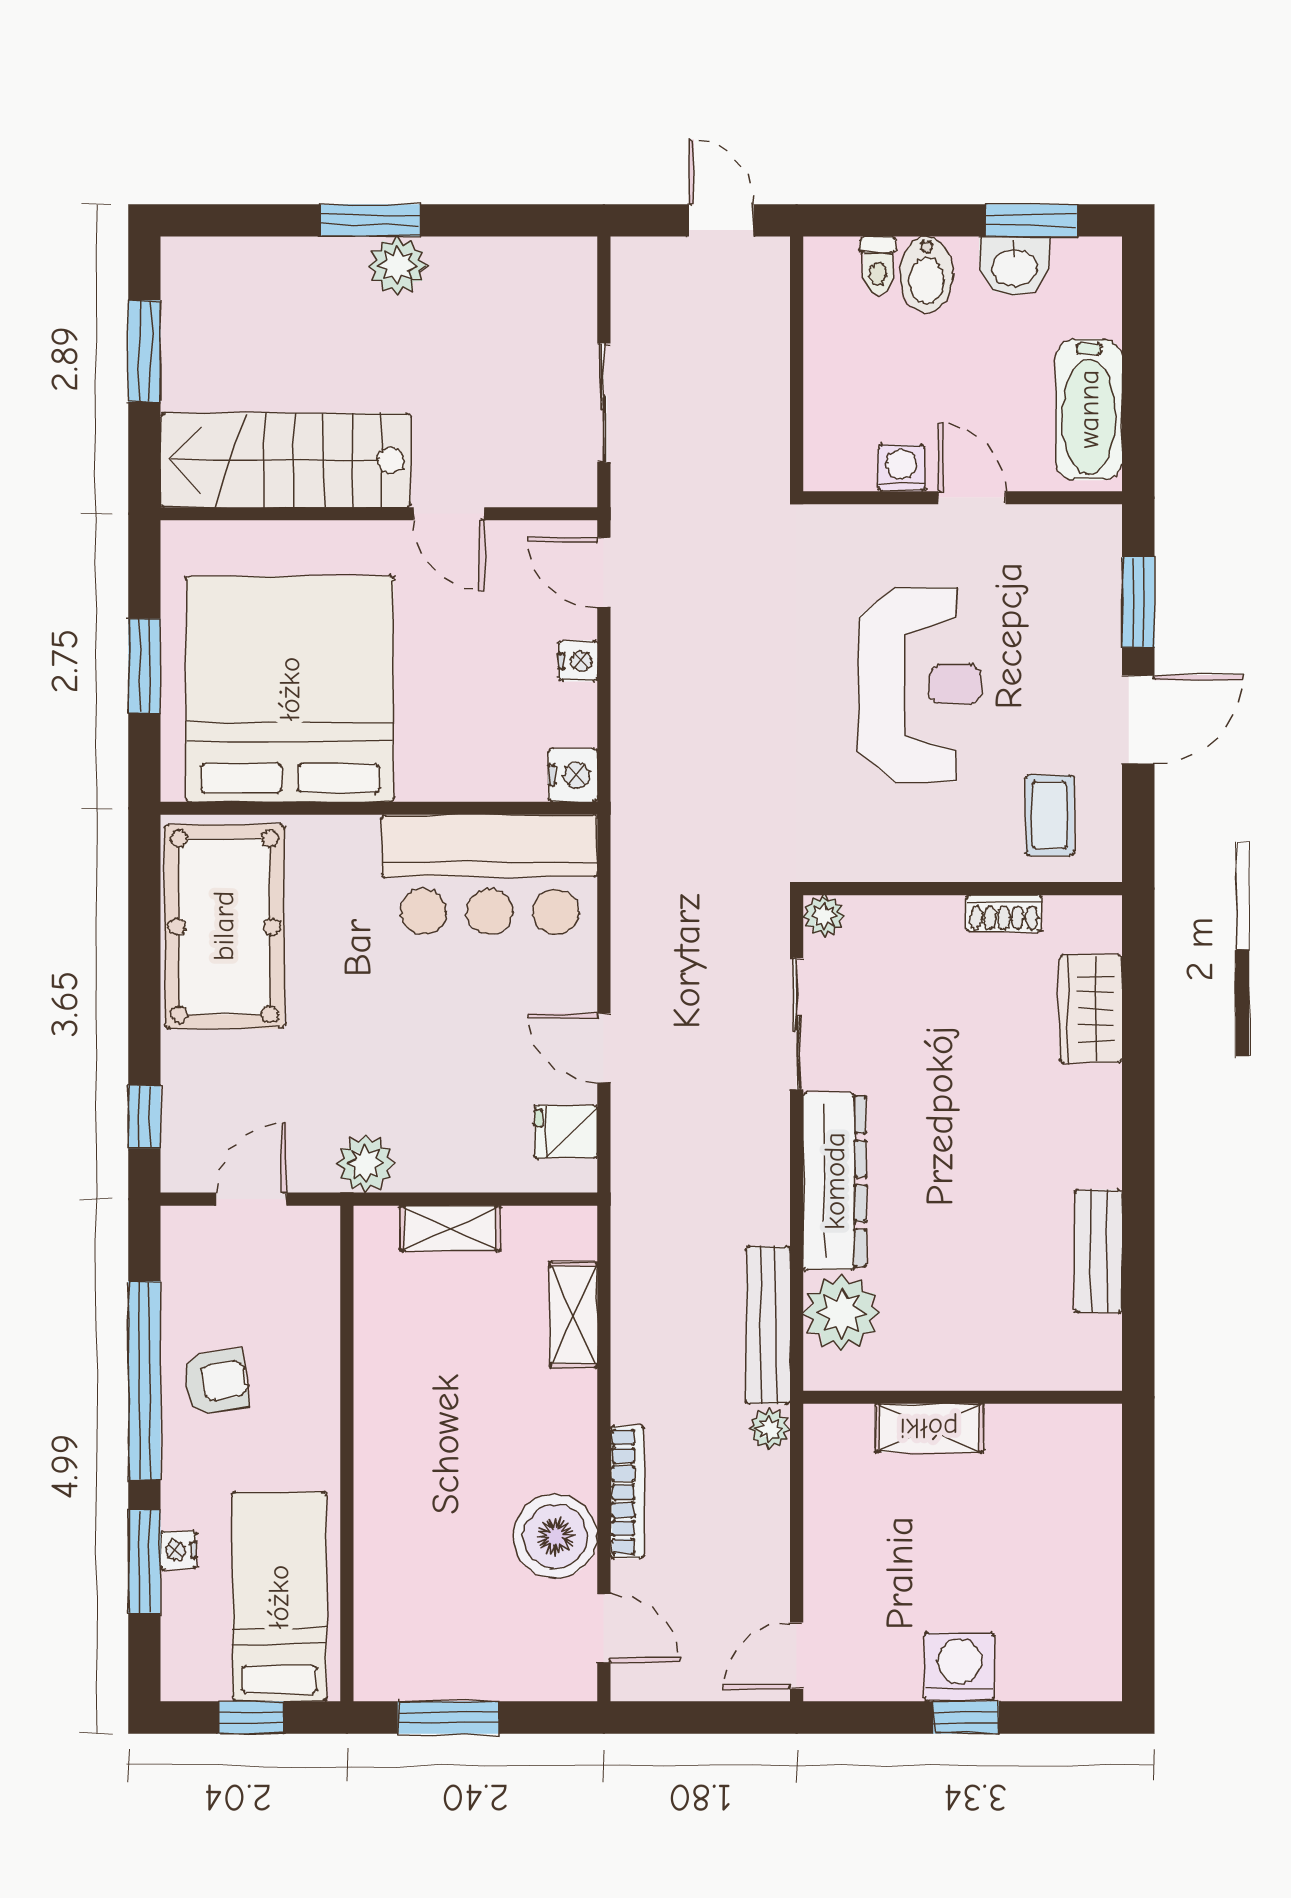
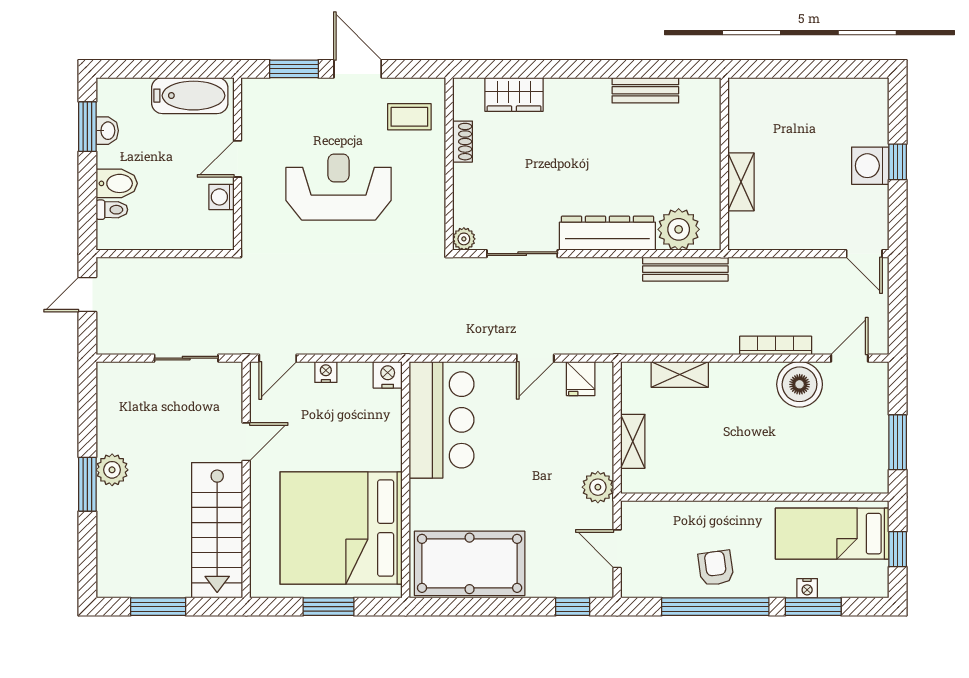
washbasin: (1014, 266) -> (107, 131), width x0.72, depth x0.69
plant: (770, 1429) -> (741, 268), removed

